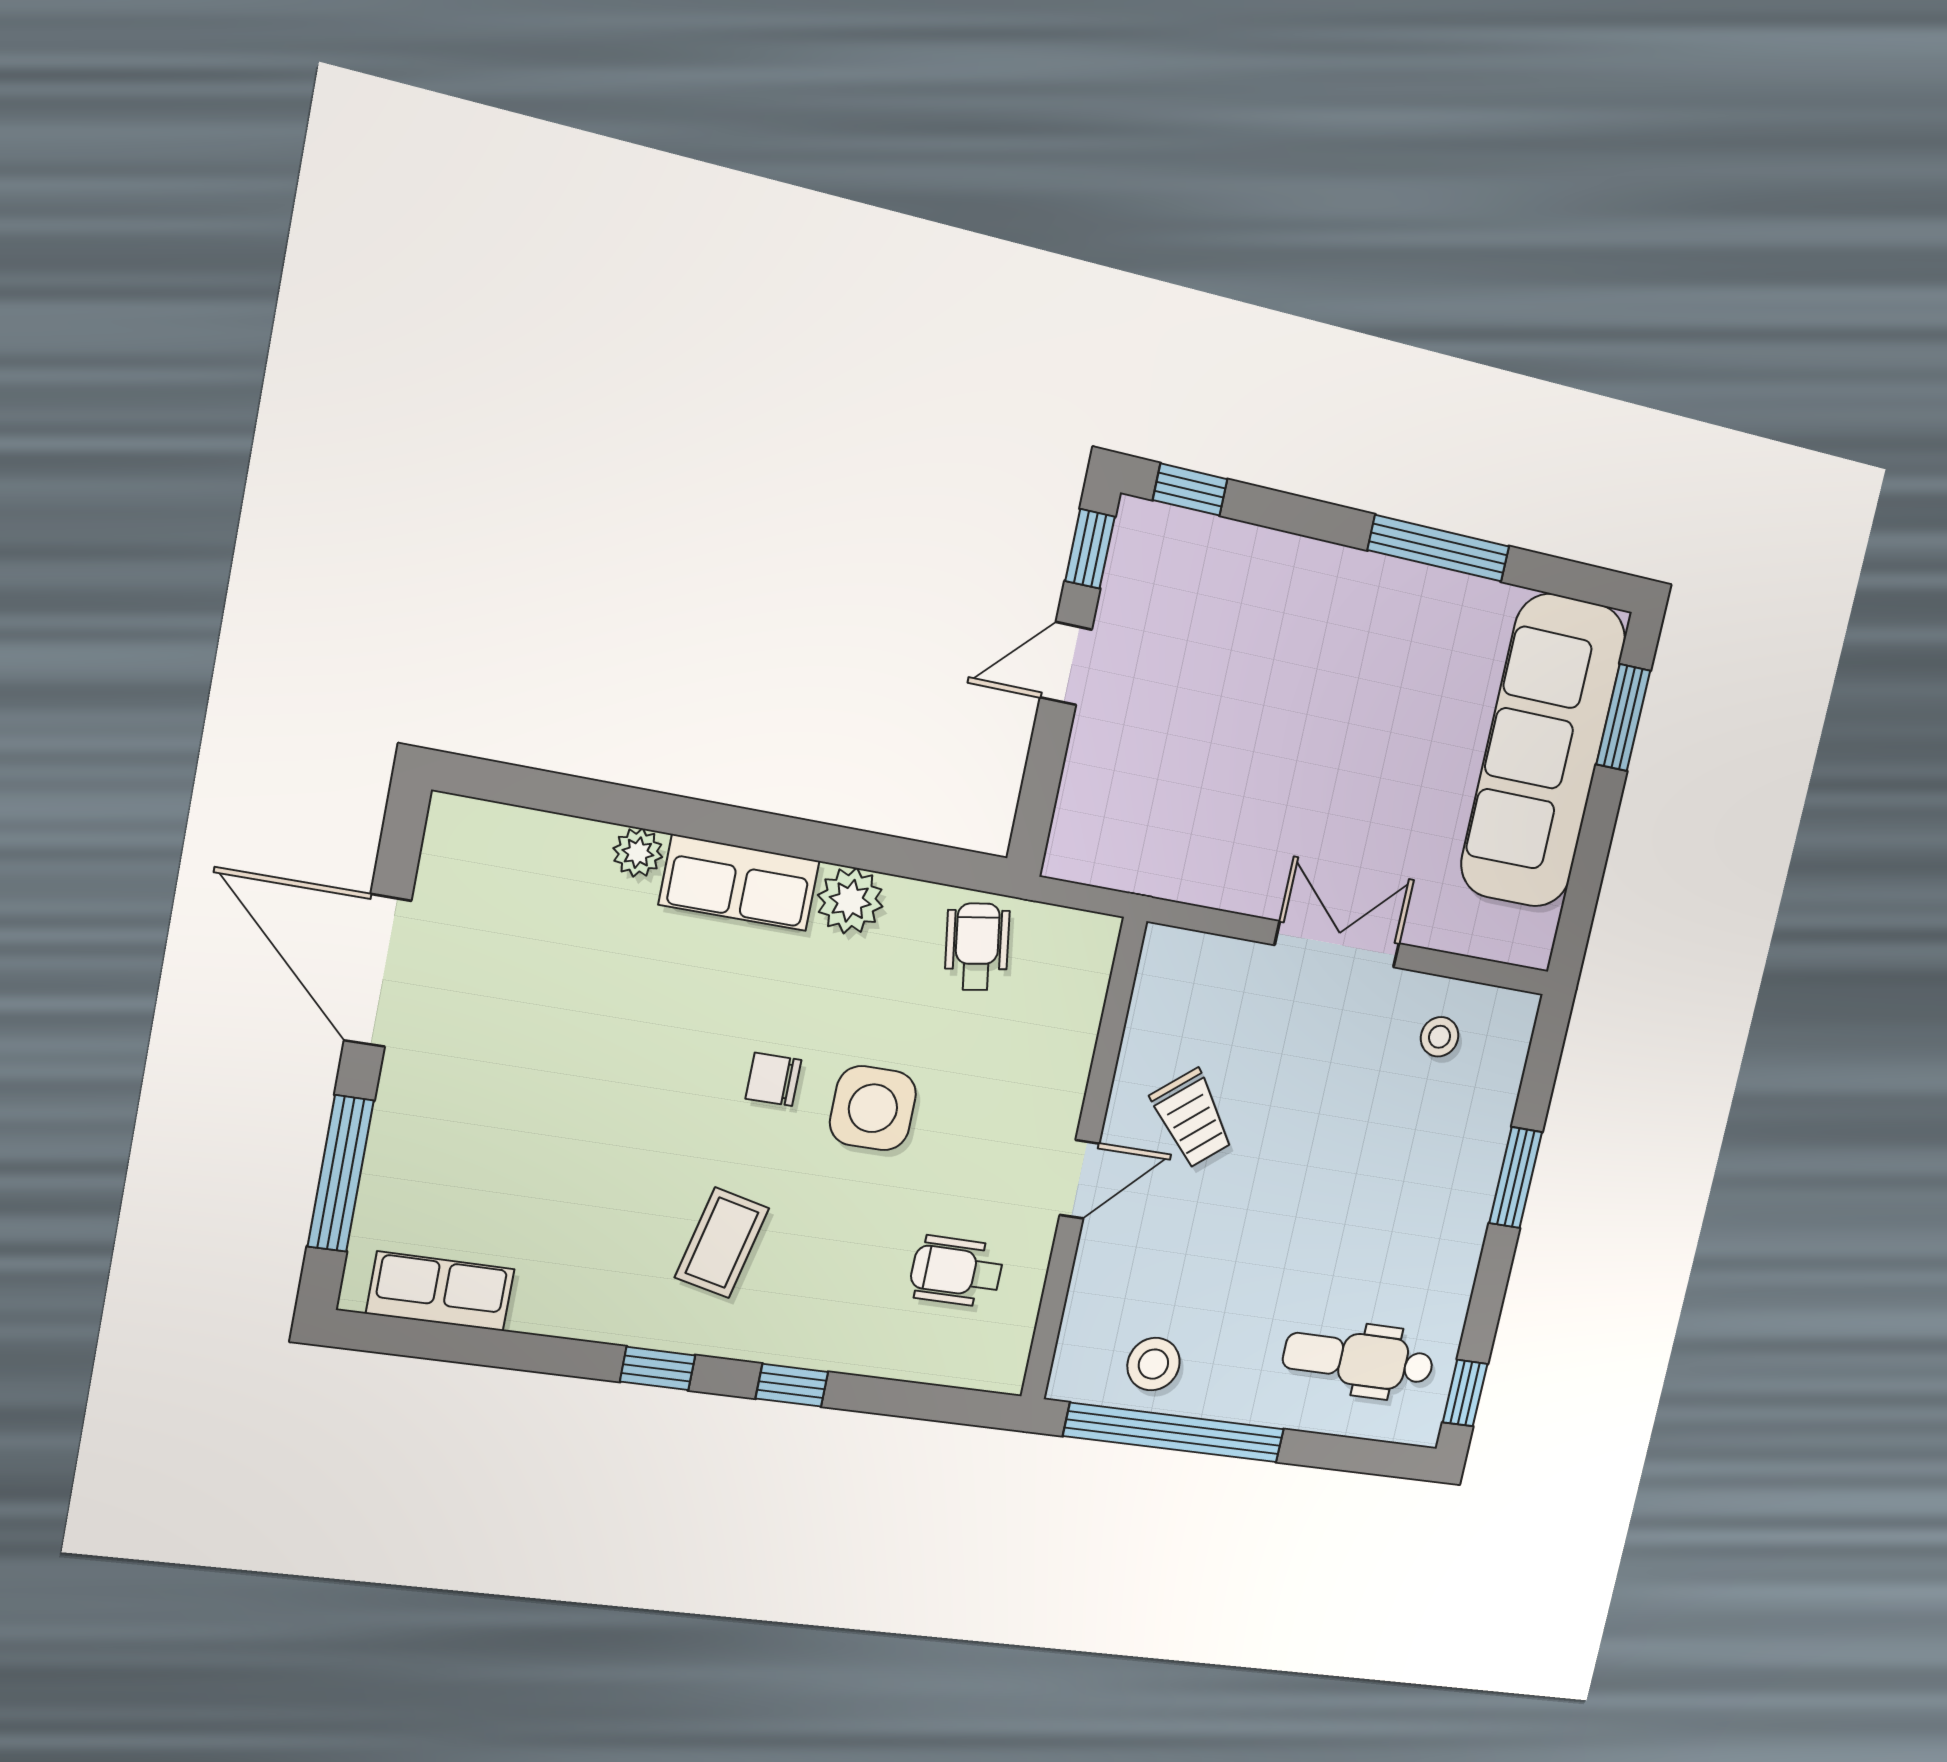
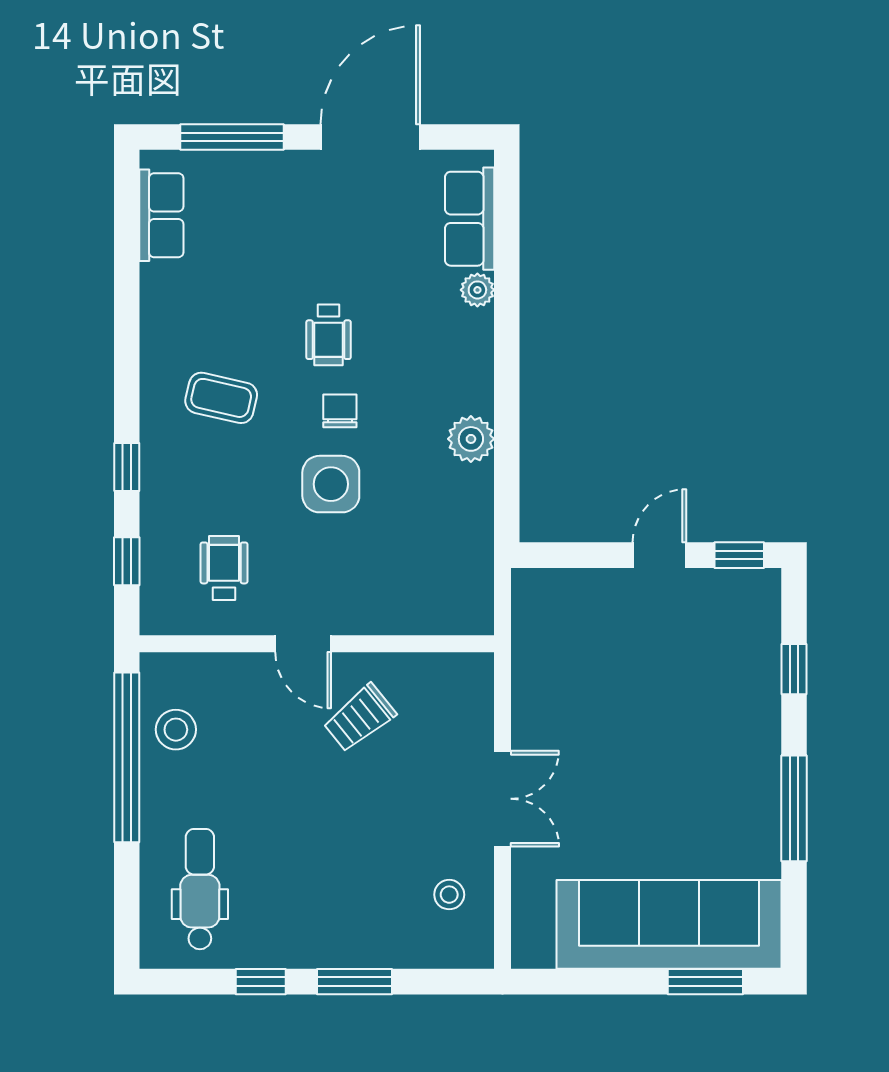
window: (1190, 490) -> (794, 669), moved
door: (1066, 664) -> (659, 555), hinge flipped
row of seats: (739, 883) -> (470, 219), moved
wheelchair: (977, 947) -> (329, 335), moved, turned 99
window: (658, 1368) -> (127, 561), moved
window: (1465, 1393) -> (261, 982), moved

